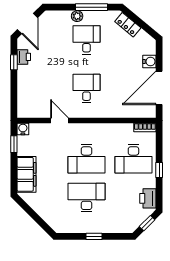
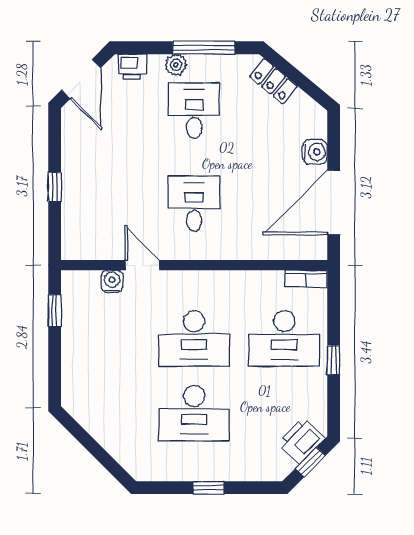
printer: (24, 57) -> (132, 67), moved, turned 90
window: (14, 62) -> (55, 187), moved
water cooler: (23, 129) -> (112, 281), moved
filing cabinet: (26, 174) -> (79, 368), removed
desk: (86, 198) -> (194, 413), turned 180
printer: (148, 198) -> (301, 441), moved, turned 45

